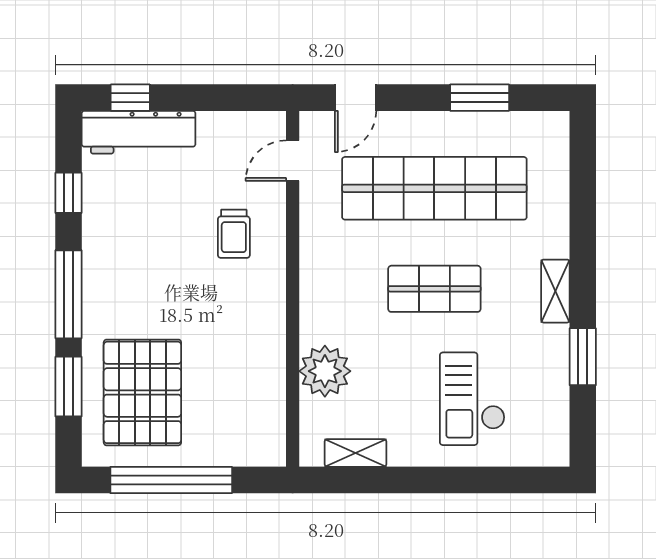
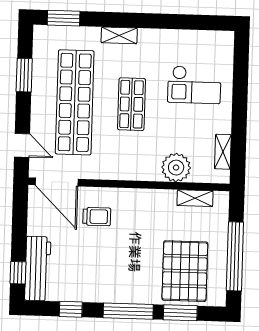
door: (293, 161) -> (57, 182), width x1.88
shelving: (555, 291) -> (119, 35), moved
window: (583, 357) -> (64, 18), moved
pallet: (142, 392) -> (185, 271), turned 90
shelving: (272, 406) -> (195, 198), added

